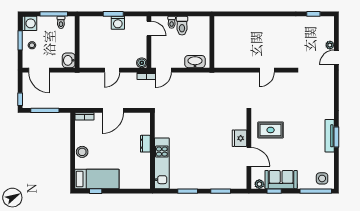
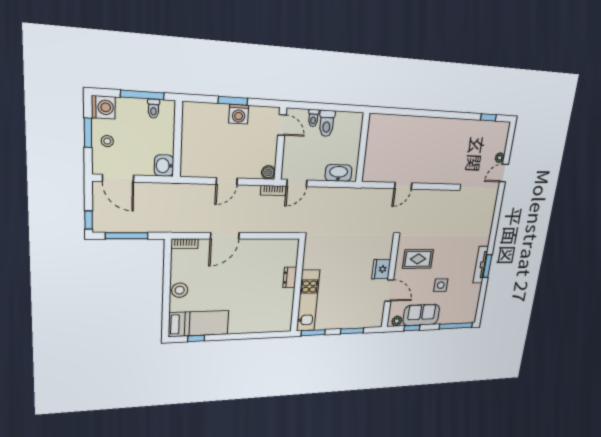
door: (267, 70) -> (403, 186), moved
dresser: (145, 144) -> (290, 277), moved
wall: (152, 151) -> (298, 286), moved
kitchen unit: (162, 163) -> (308, 301), moved
side table: (322, 178) -> (441, 285), moved

